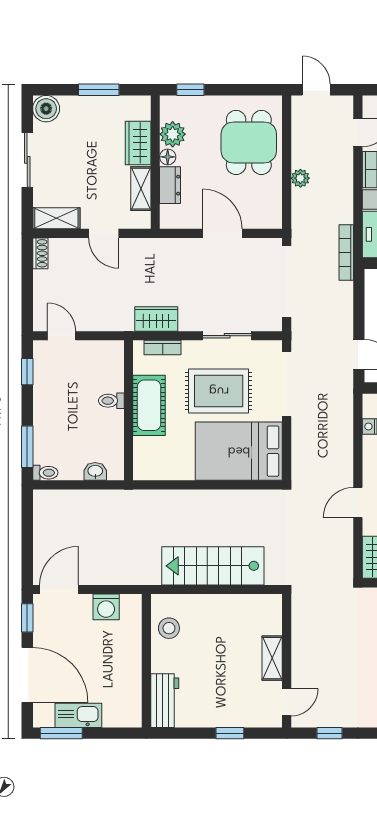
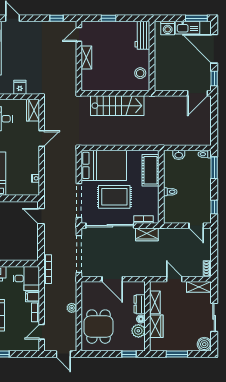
sliding door: (227, 336) -> (110, 226), width x1.86
cot: (149, 405) -> (151, 170), moved
washing machine: (106, 607) -> (168, 28), moved, turned 180

